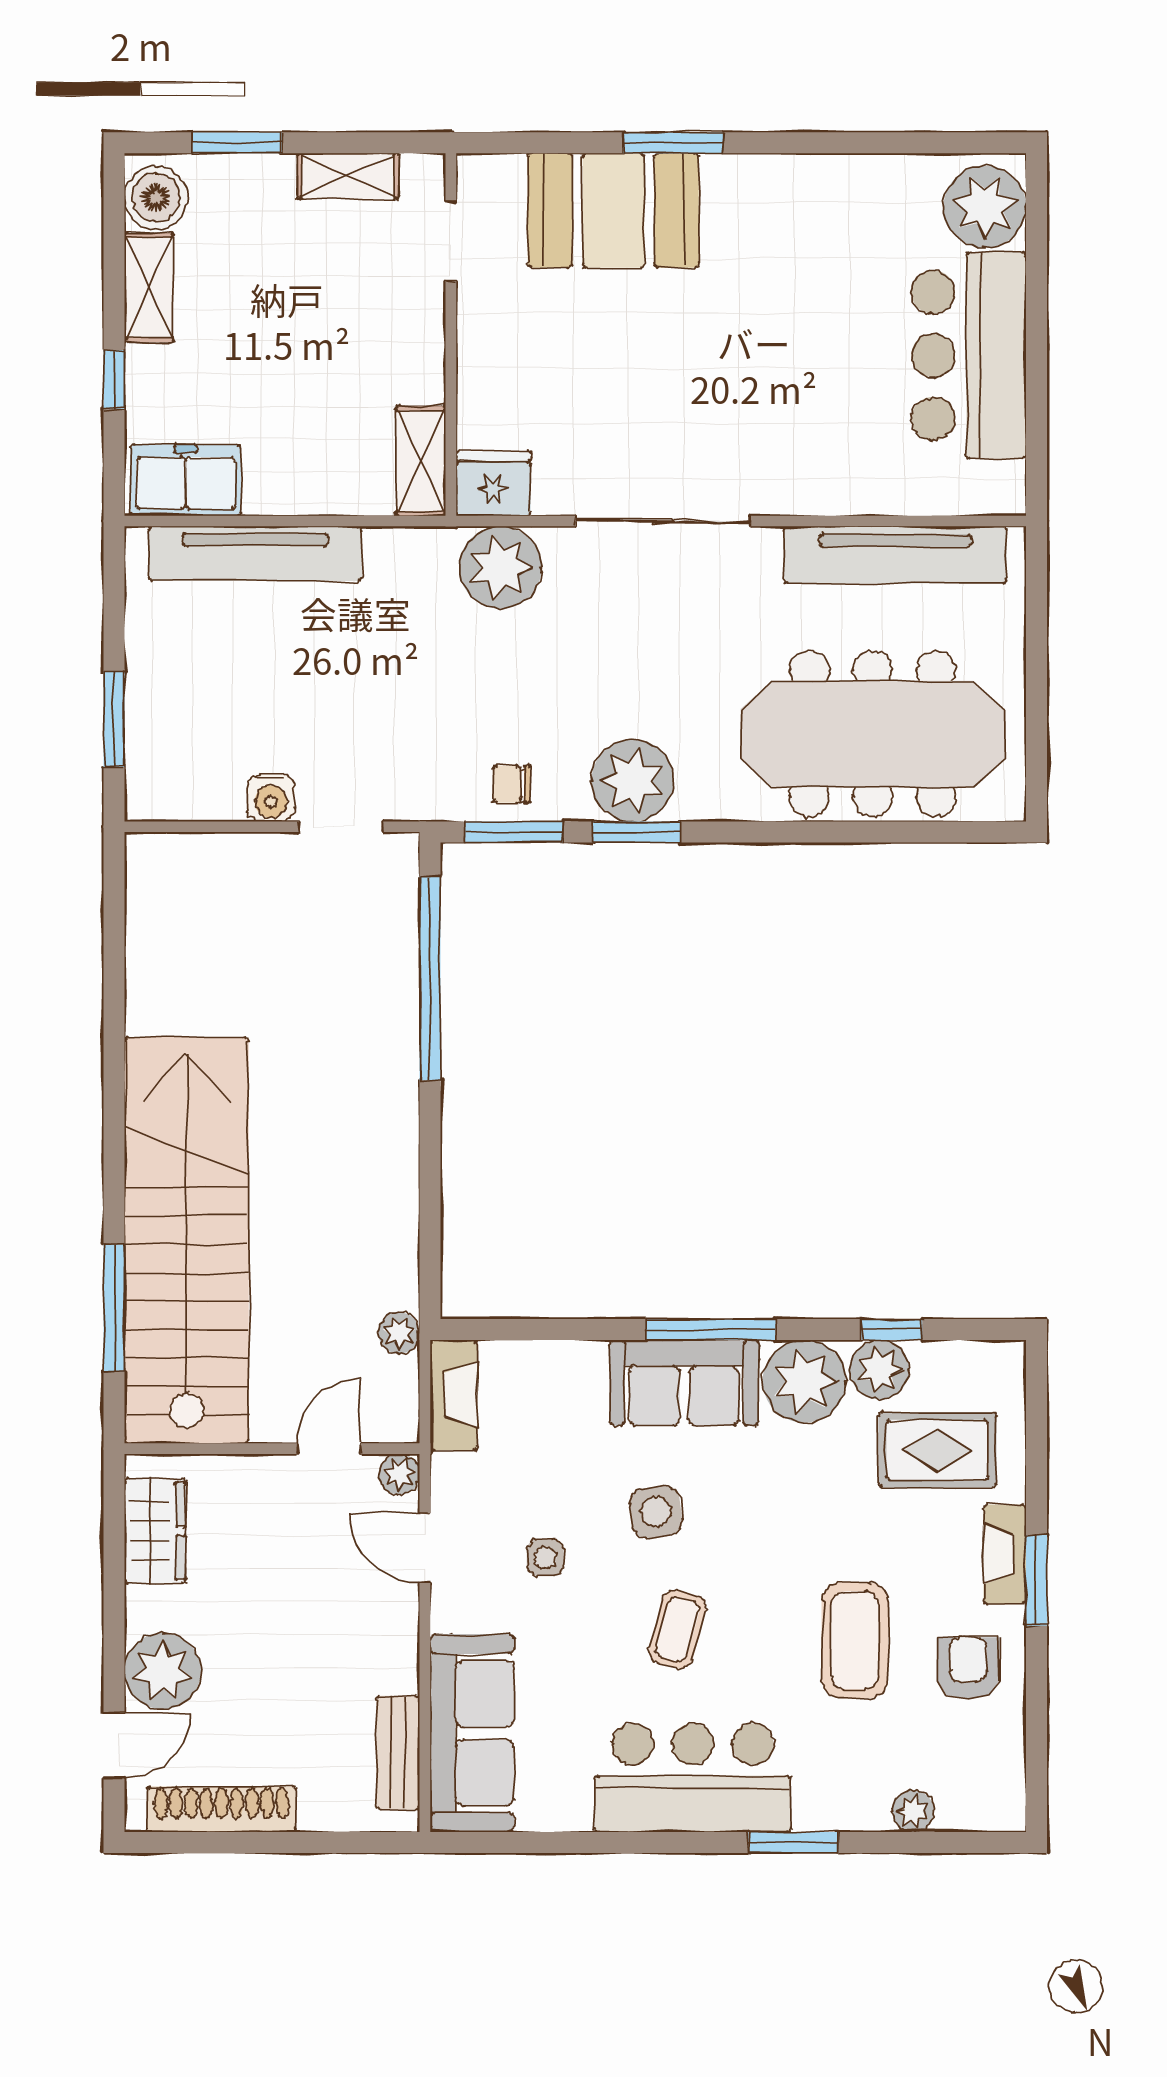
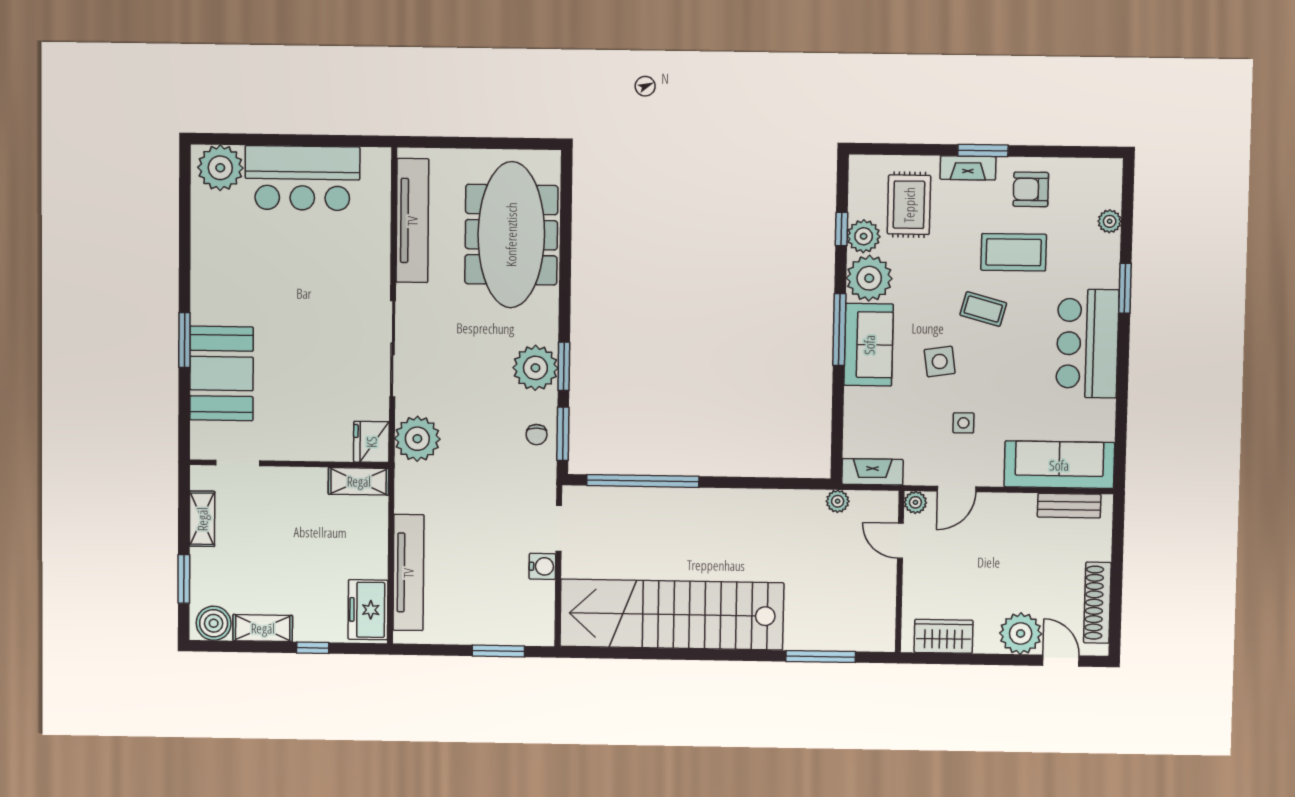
stairs: (186, 1240) -> (672, 615), moved
coffee table: (678, 1629) -> (983, 309), moved

